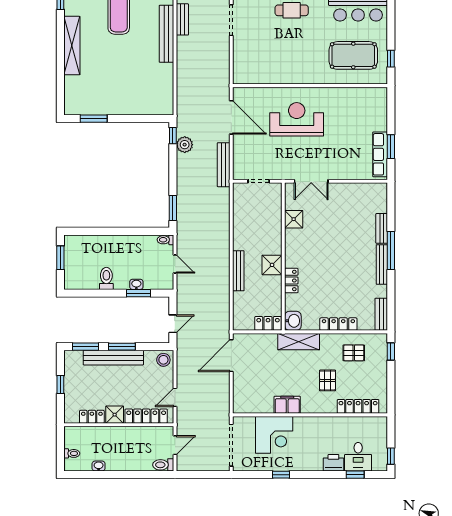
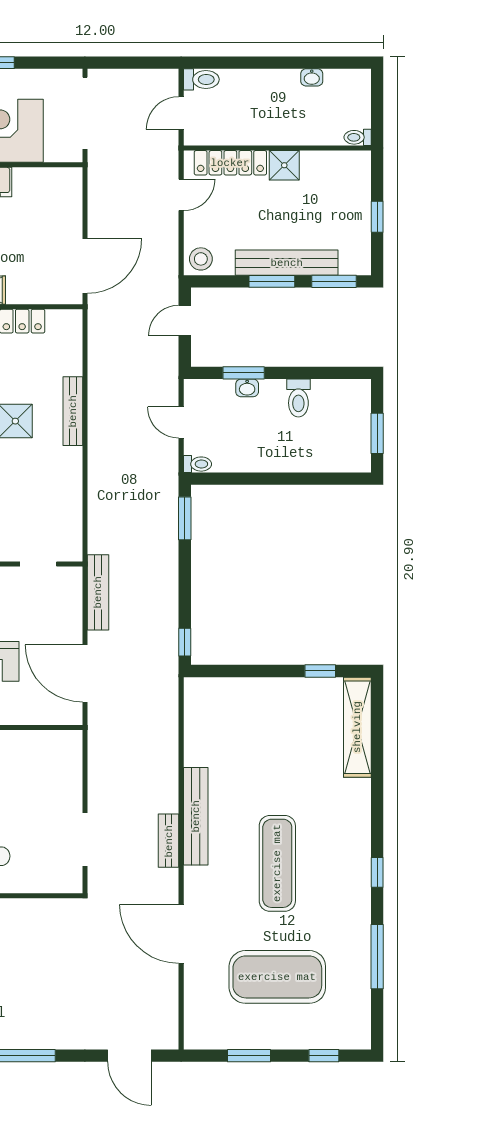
shelving: (72, 46) -> (357, 727), moved
window: (94, 119) -> (320, 671), width x0.67
plant: (185, 145) -> (165, 627), removed
locker: (92, 417) -> (323, 162), removed
toilet: (72, 453) -> (358, 137), moved

